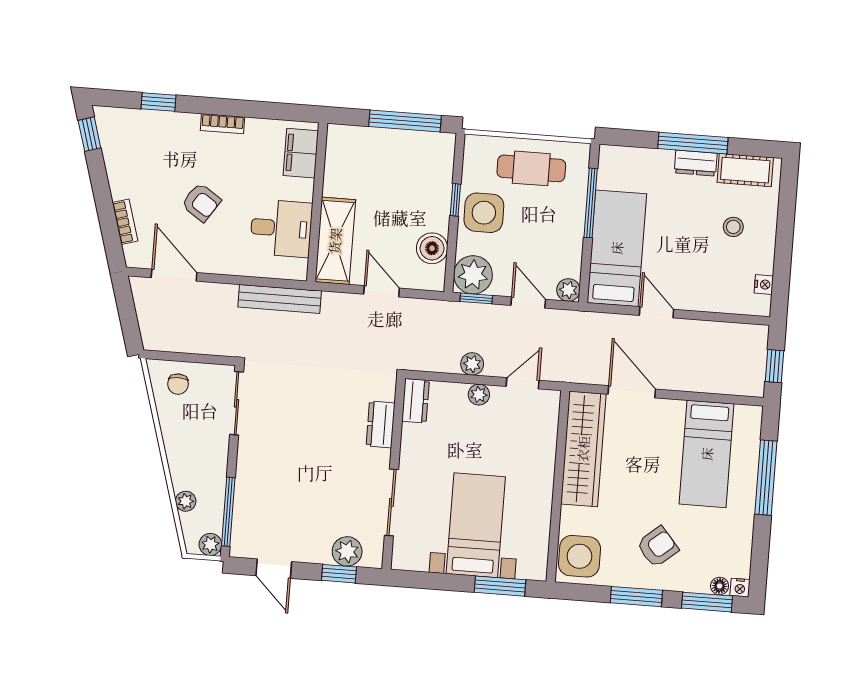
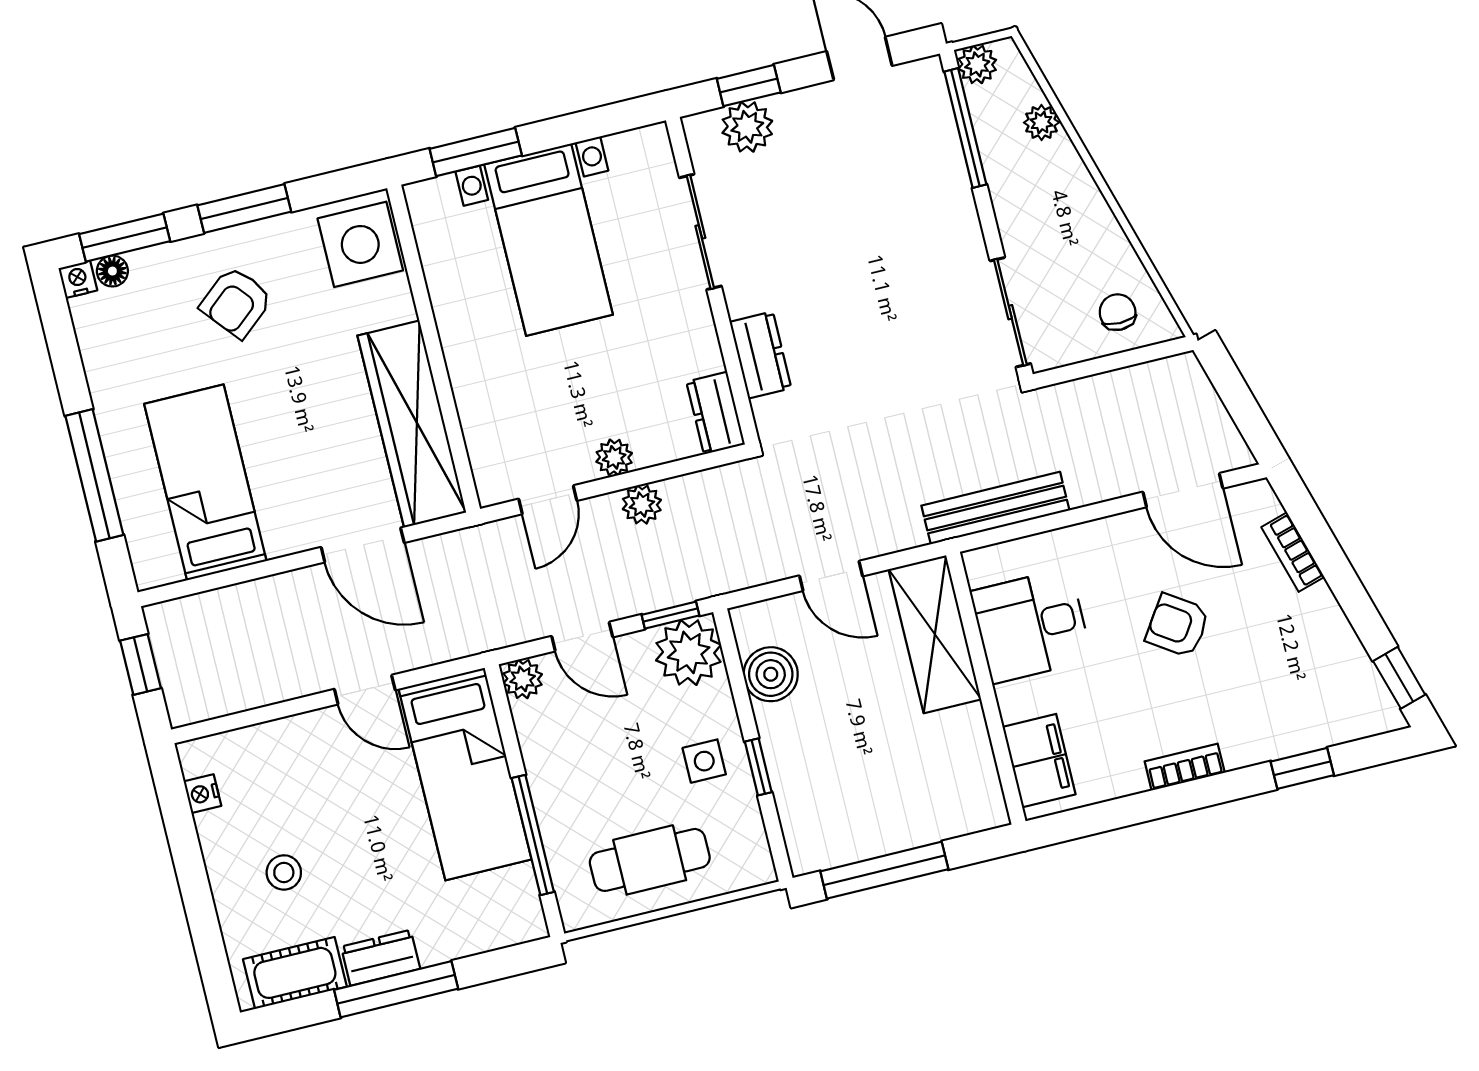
side table: (484, 213) -> (704, 761), width x0.54, depth x0.54

